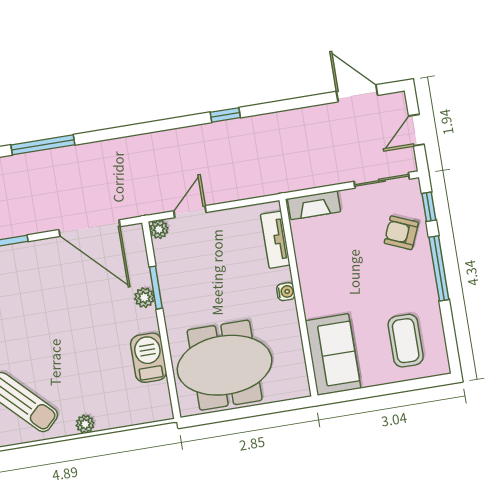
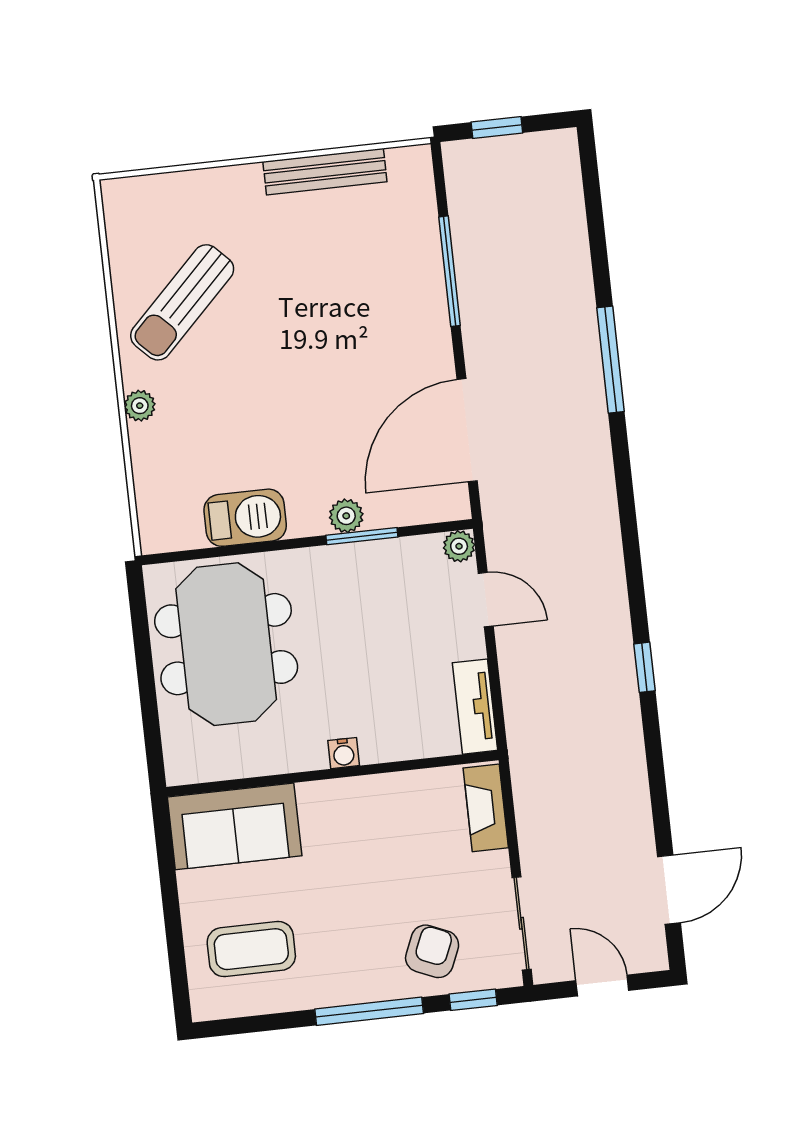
tv unit: (275, 240) -> (475, 707), moved, turned -90

